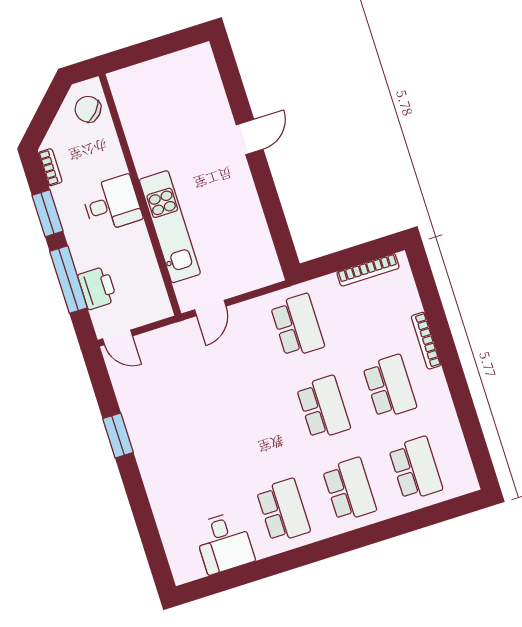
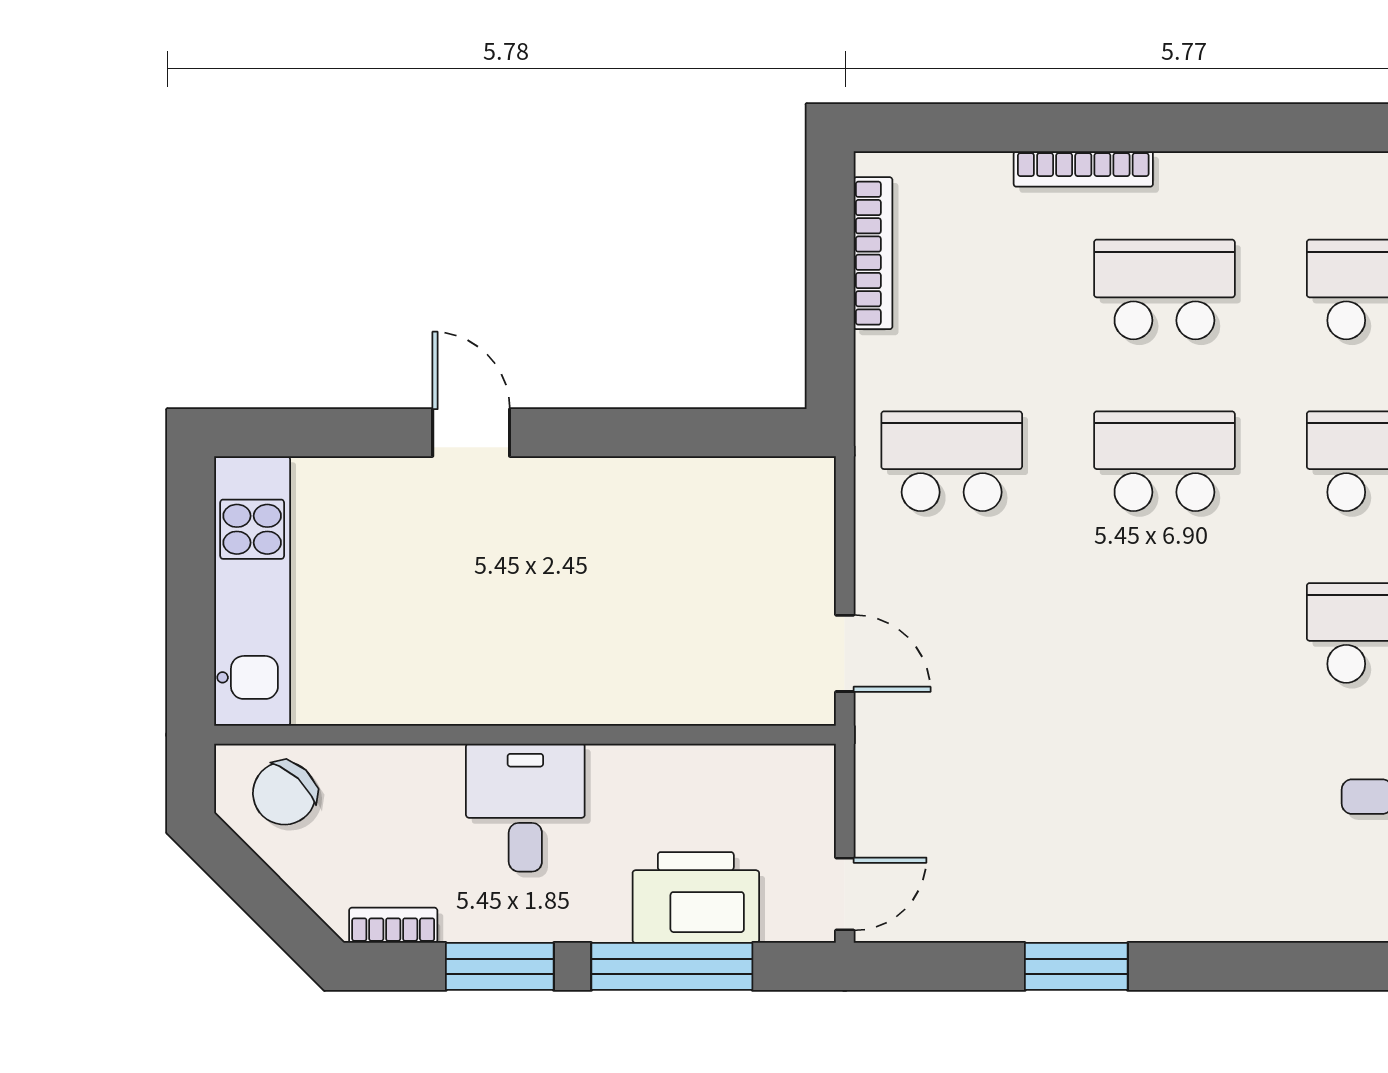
kitchen unit: (170, 227) -> (252, 591), moved, turned 90
printer: (97, 288) -> (696, 898), width x1.37, depth x1.19

